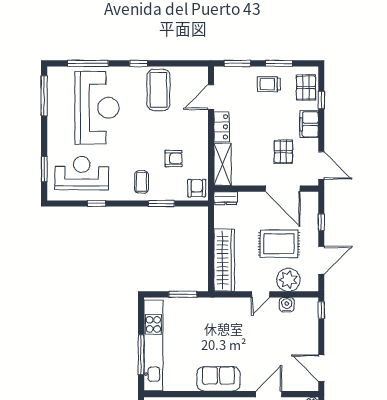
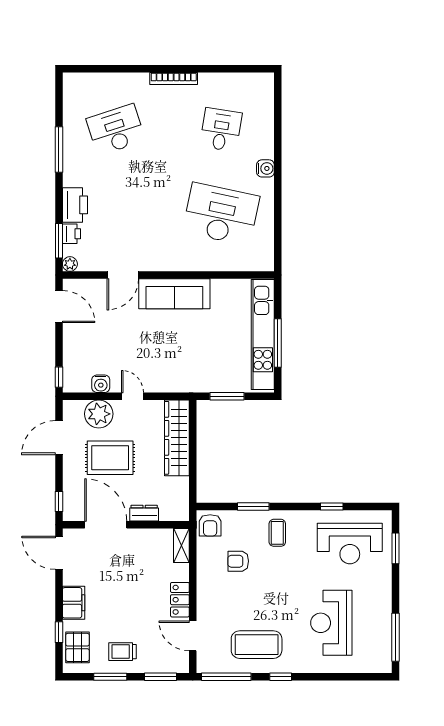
window: (88, 63) -> (226, 677), moved
trolley: (269, 84) -> (123, 652), turned 180
coffee table: (158, 90) -> (257, 645), turned 90
door: (211, 97) -> (193, 636), swing flipped
reception desk: (97, 108) -> (331, 623), width x0.74, depth x0.77
pallet: (283, 152) -> (105, 569), removed
shelving: (222, 164) -> (181, 546), width x0.67, depth x0.75
dresser: (226, 198) -> (144, 513), moved
window: (321, 222) -> (59, 501), moved
door: (261, 294) -> (133, 396), hinge flipped
window: (141, 355) -> (278, 343), moved
sofa: (218, 379) -> (174, 294), width x1.36

